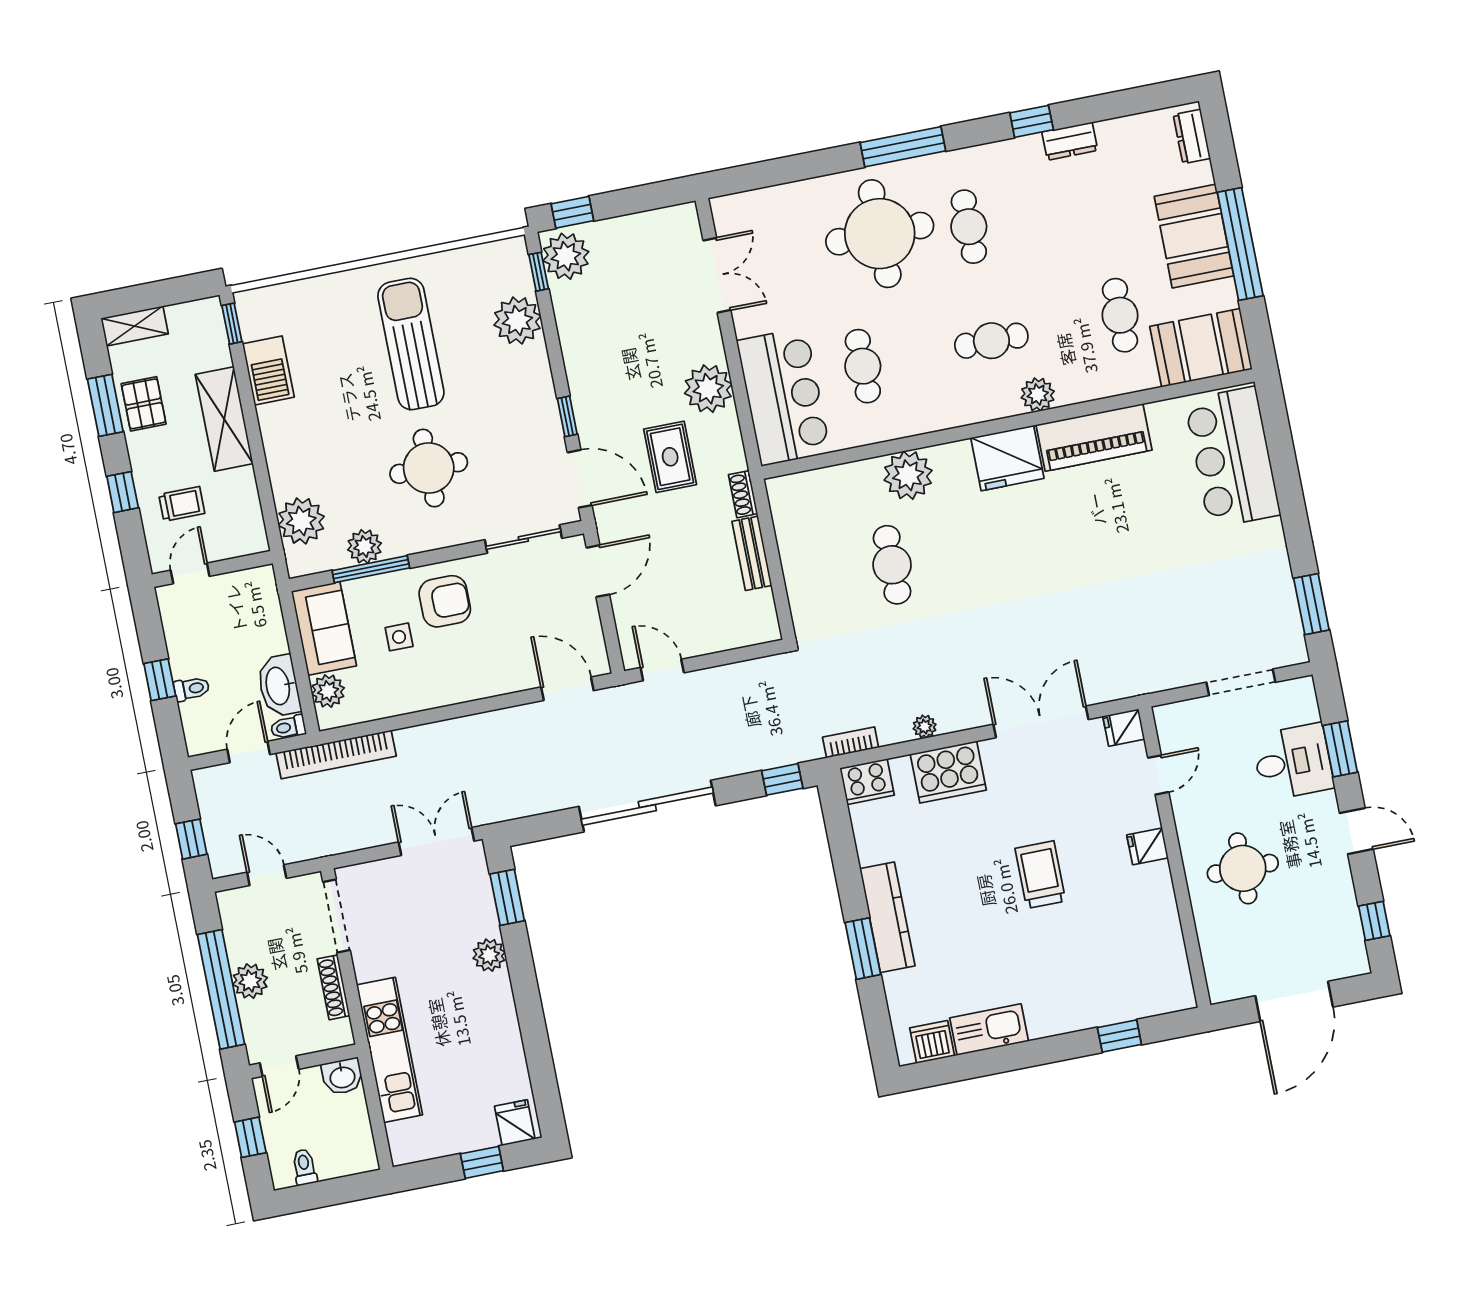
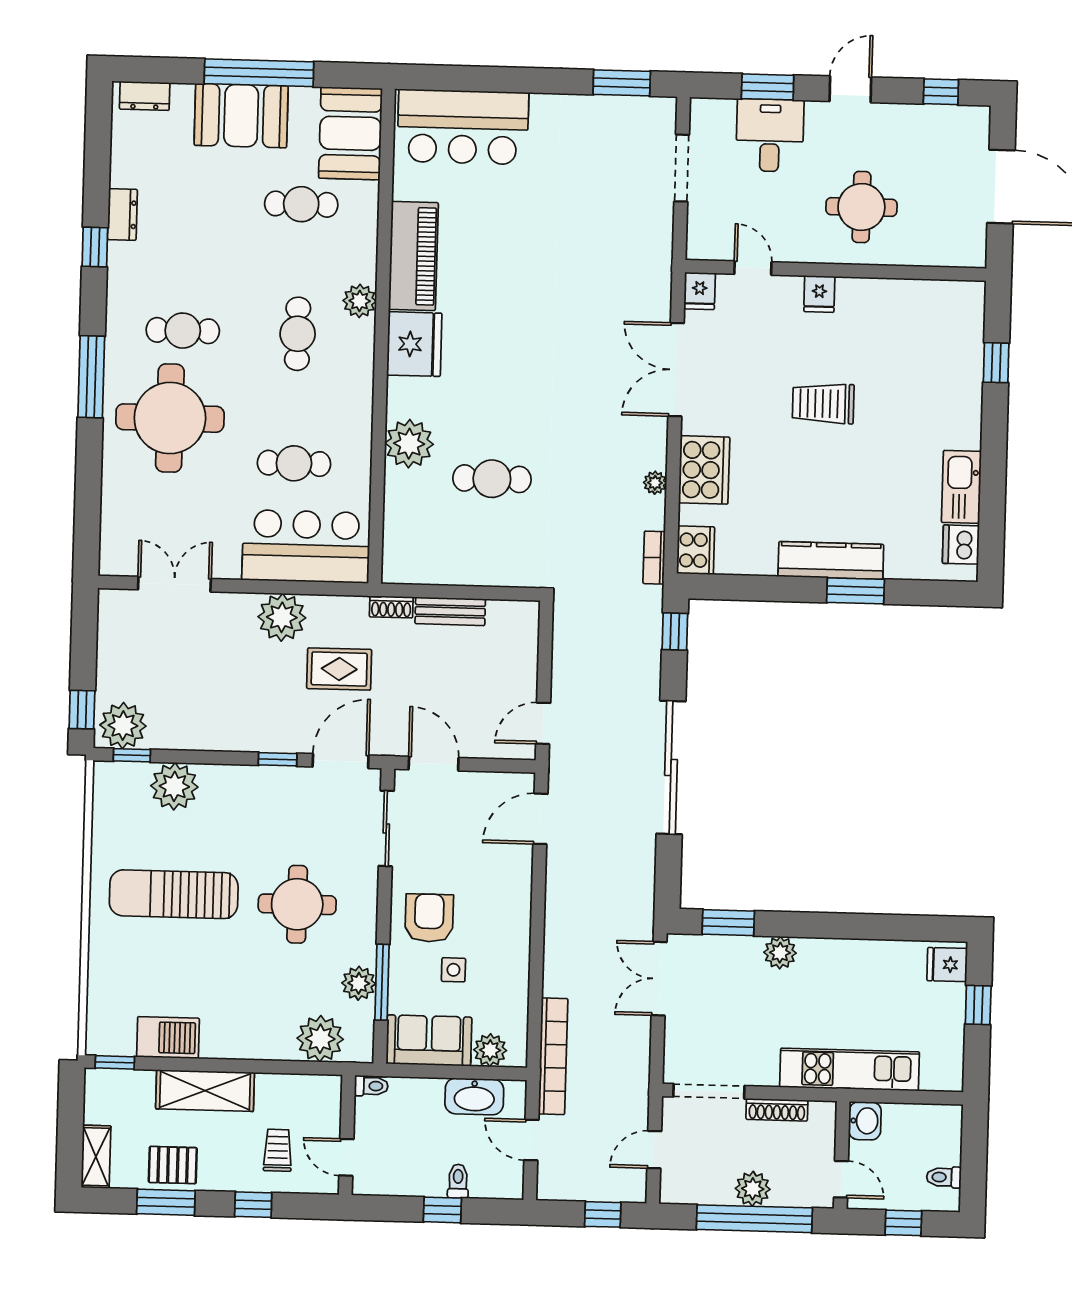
toilet: (288, 727) -> (371, 1086), moved, turned -90

